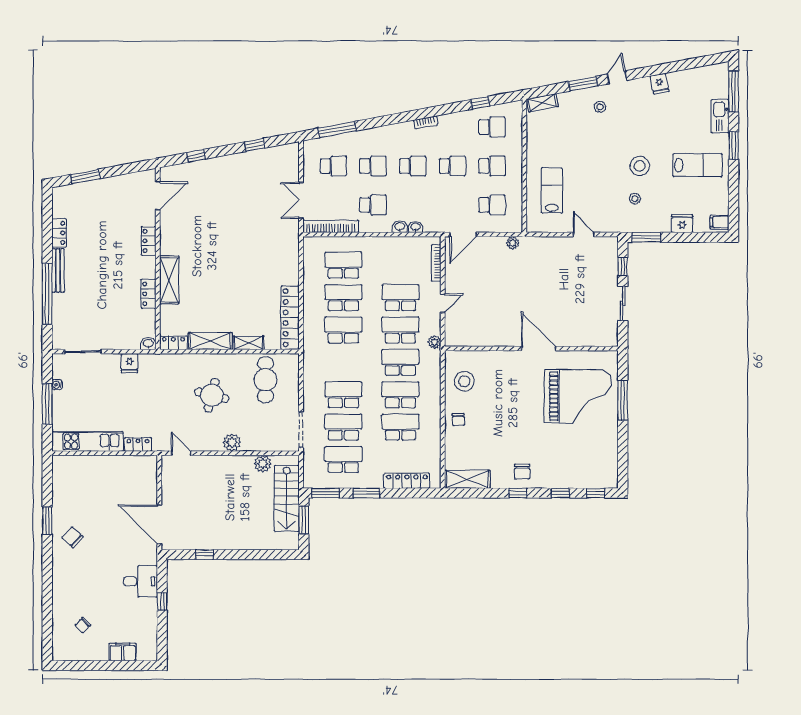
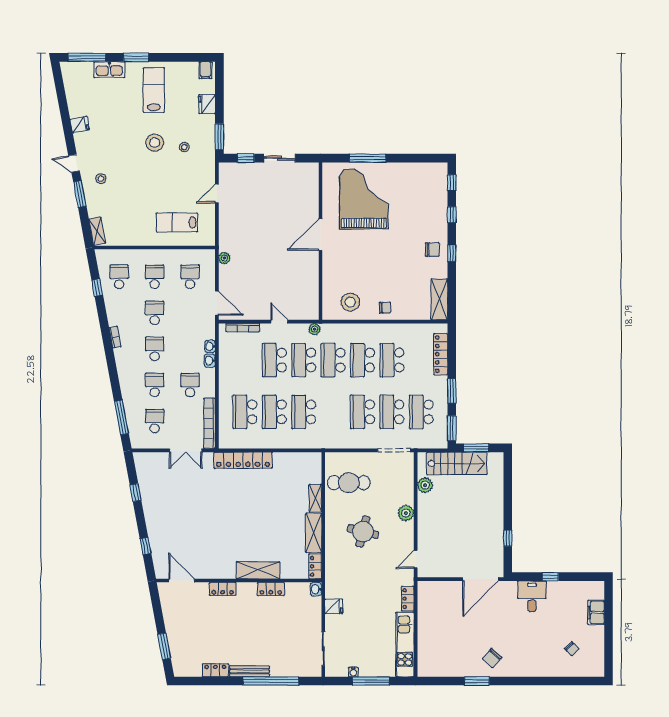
locker: (290, 318) -> (243, 460), moved

